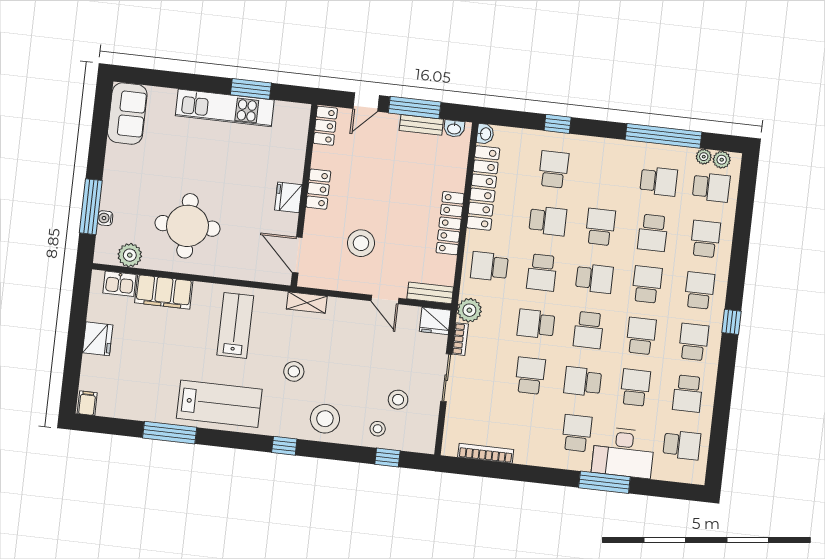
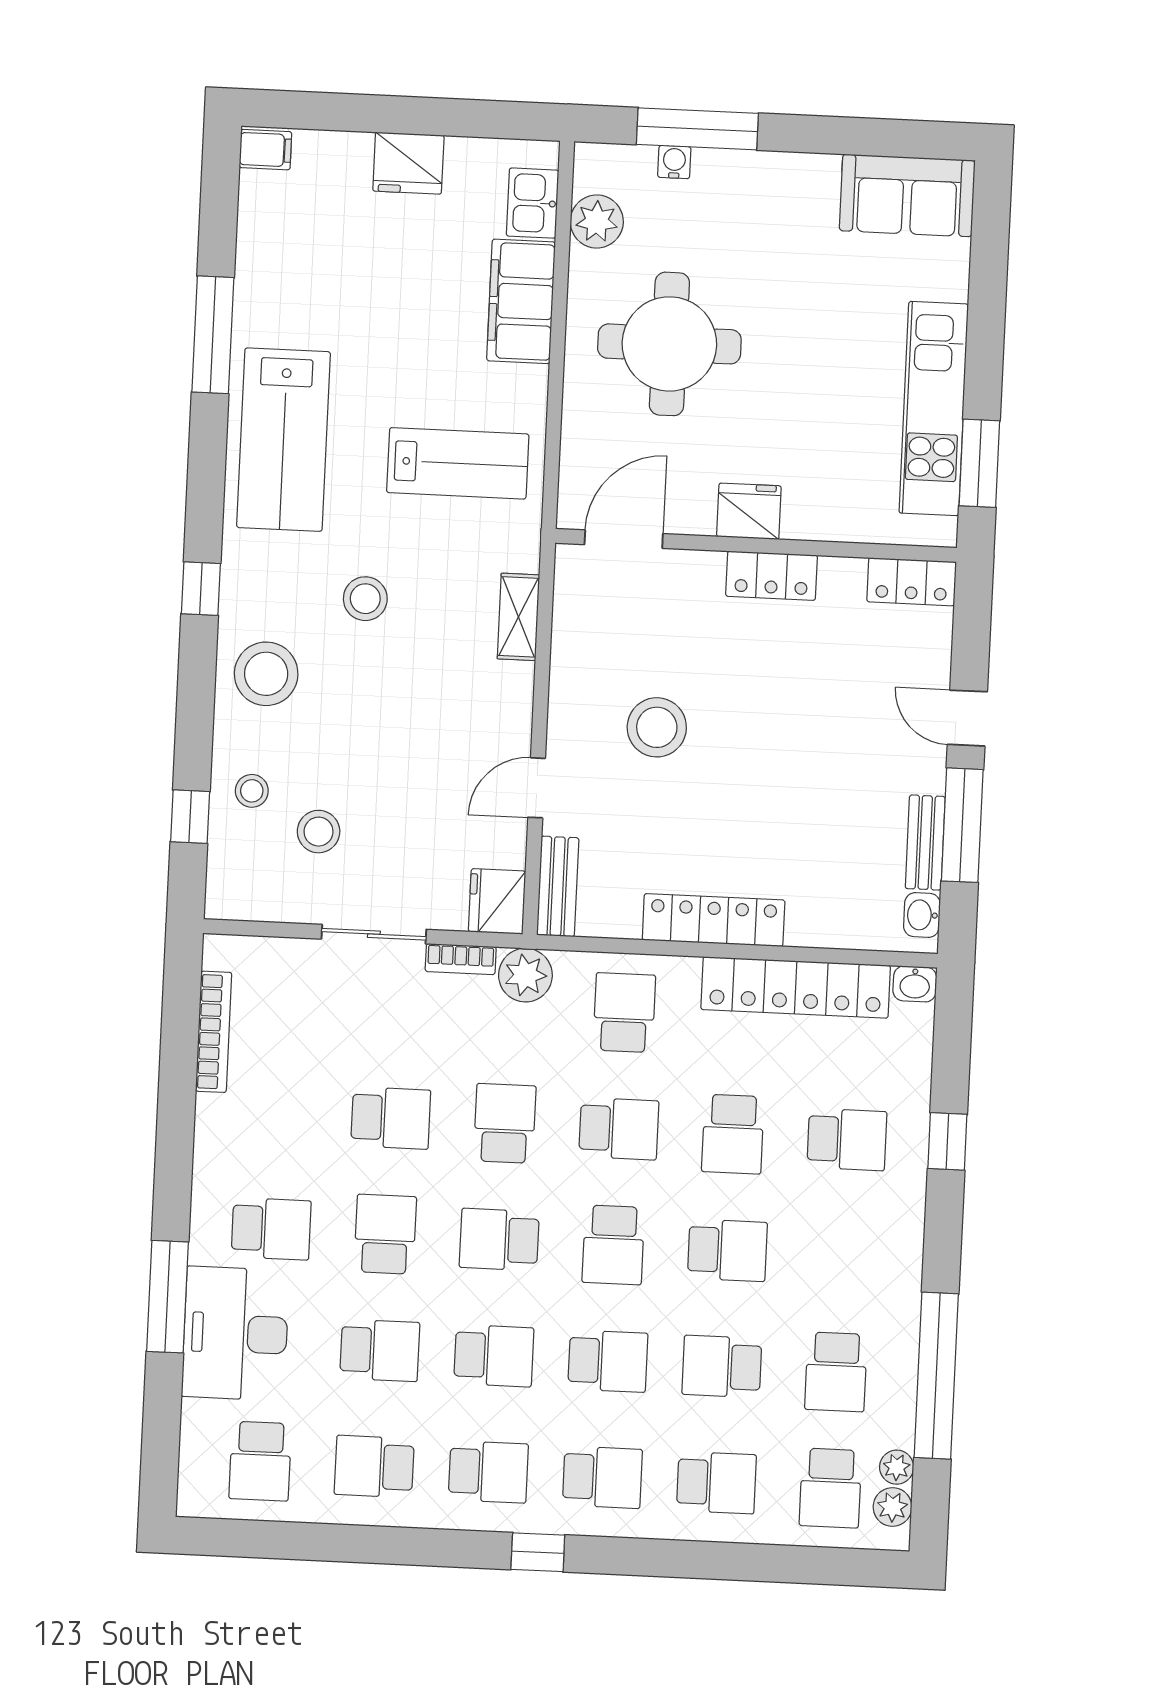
locker: (325, 126) -> (912, 582), moved
locker: (318, 189) -> (772, 576), moved
wall: (304, 195) -> (756, 545), moved
fridge: (288, 197) -> (749, 511), moved
door: (297, 255) -> (624, 539), moved
school desk: (542, 272) -> (619, 1129), turned 180

